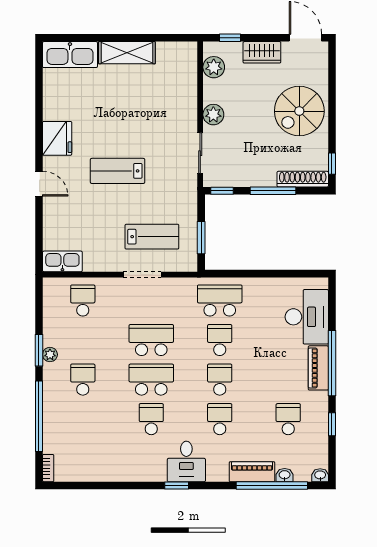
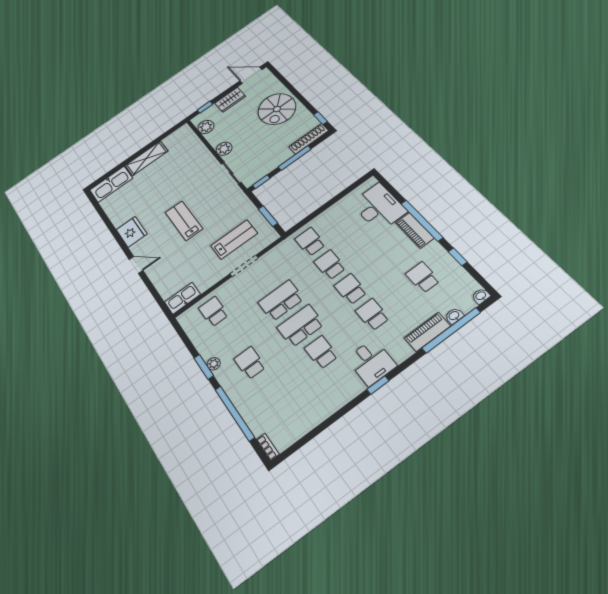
lab bench: (118, 171) -> (184, 221), turned 90
school desk: (220, 300) -> (310, 242), width x0.54

